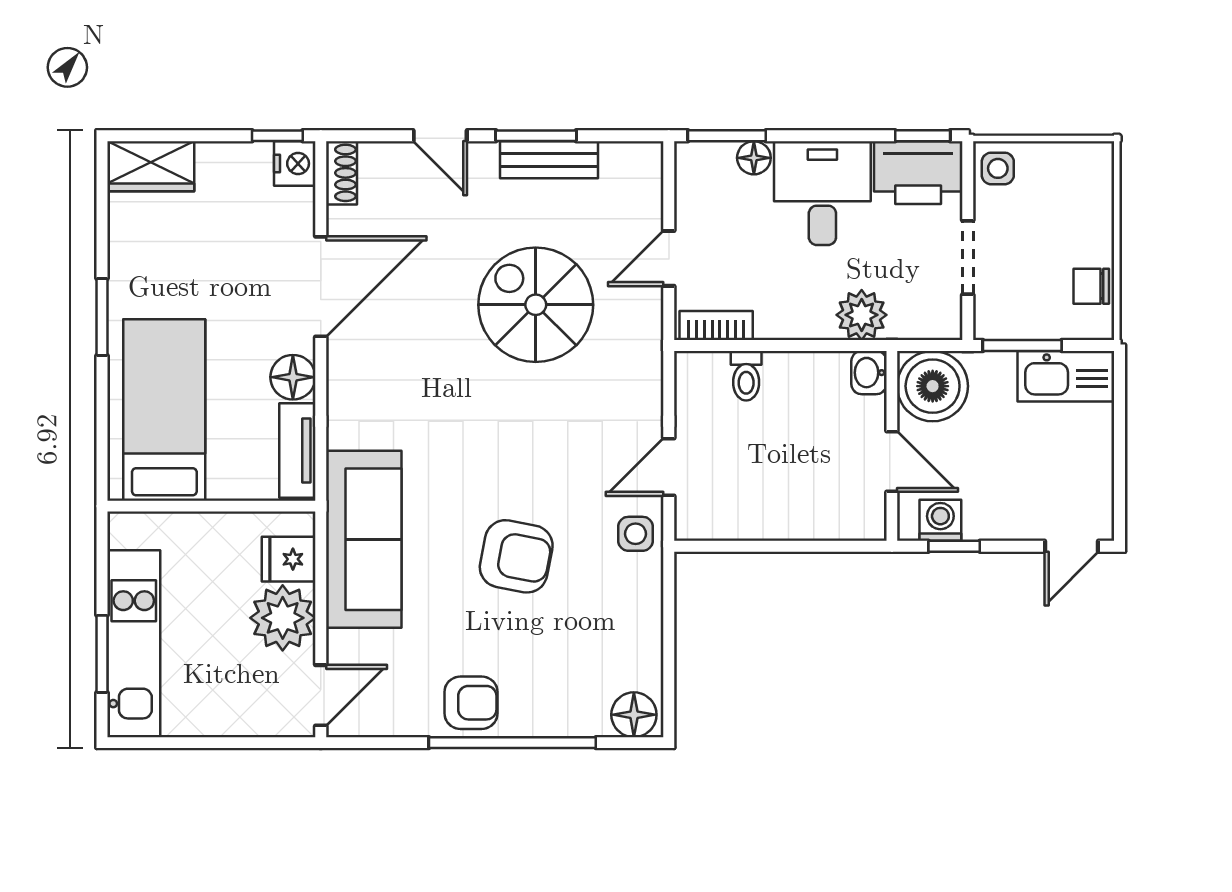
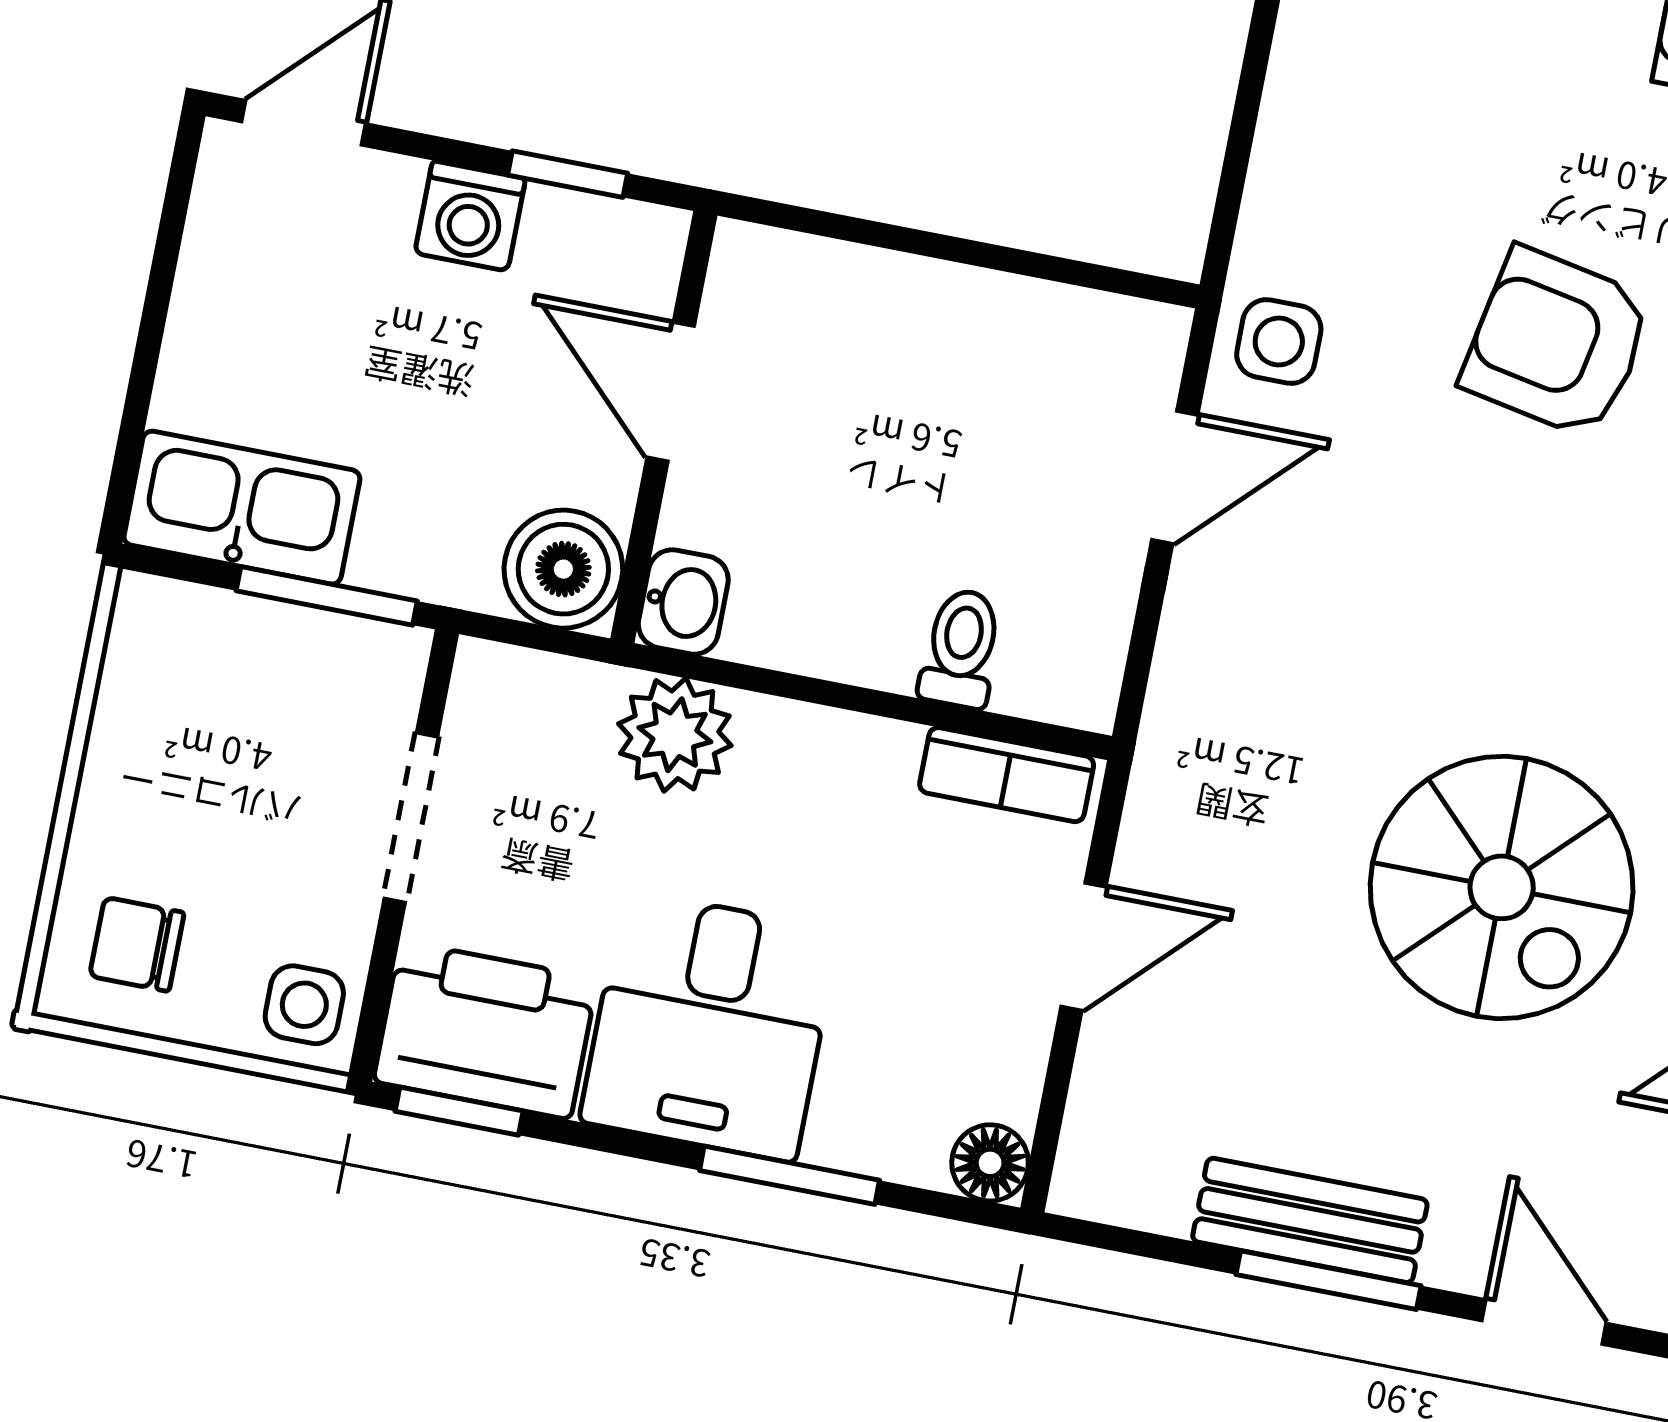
window: (727, 136) -> (789, 1175), moved
floor lamp: (754, 158) -> (990, 1163), moved
chair: (1091, 286) -> (137, 944), moved, turned 180
spiral stairs: (536, 305) -> (1502, 887), moved
boiler: (933, 386) -> (563, 569), width x0.73, depth x0.73
washing machine: (940, 520) -> (470, 216), moved

